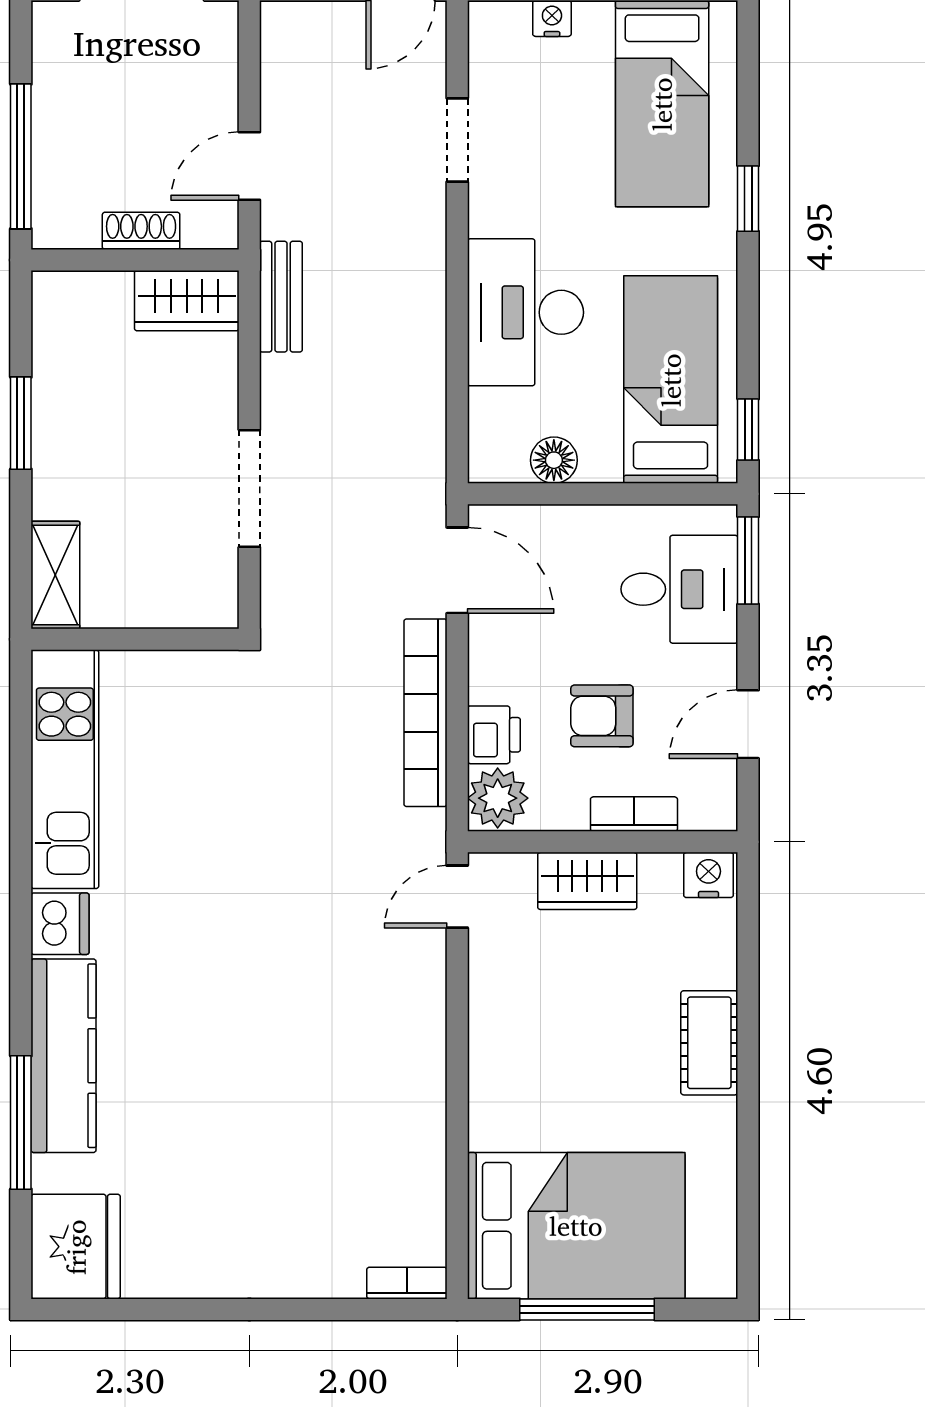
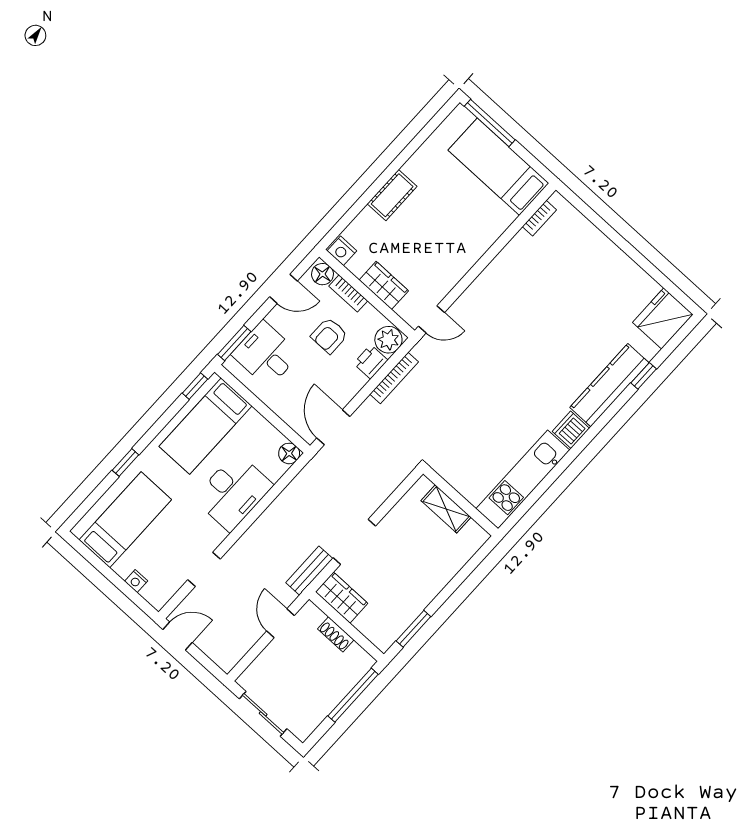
door: (249, 166) -> (280, 623), swing flipped
window: (21, 423) -> (413, 629), moved
floor lamp: (554, 460) -> (289, 453), moved
doorway: (249, 489) -> (354, 542), moved
shelving: (55, 575) -> (446, 509), moved, turned 90
bookcase: (425, 713) -> (394, 378), width x0.68, depth x0.76
armchair: (602, 716) -> (329, 336), turned 90
floor lamp: (706, 807) -> (322, 274), added
window: (21, 1122) -> (644, 376), width x0.46
bed: (576, 1226) -> (498, 167), width x0.67
bookcase: (407, 1283) -> (539, 218), moved, turned -90
window: (587, 1309) -> (490, 123), moved

